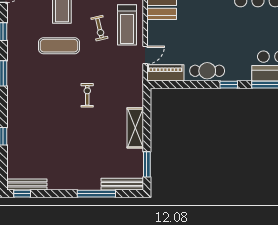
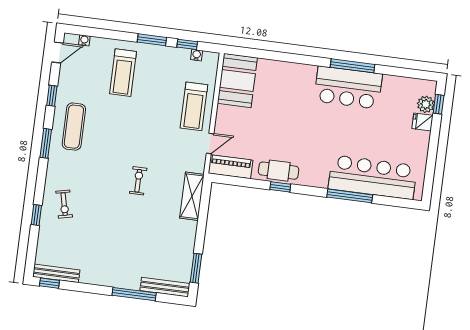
exercise bike: (99, 28) -> (64, 204), moved
exercise mat: (59, 46) -> (74, 127), moved, turned 90
window: (229, 85) -> (280, 187), moved
shelving: (135, 128) -> (192, 196), moved

